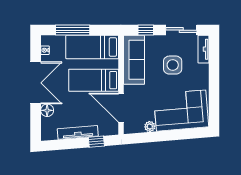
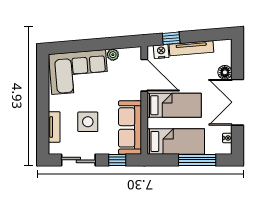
tv unit: (204, 49) -> (54, 127), moved
nightstand: (105, 129) -> (161, 51), added

